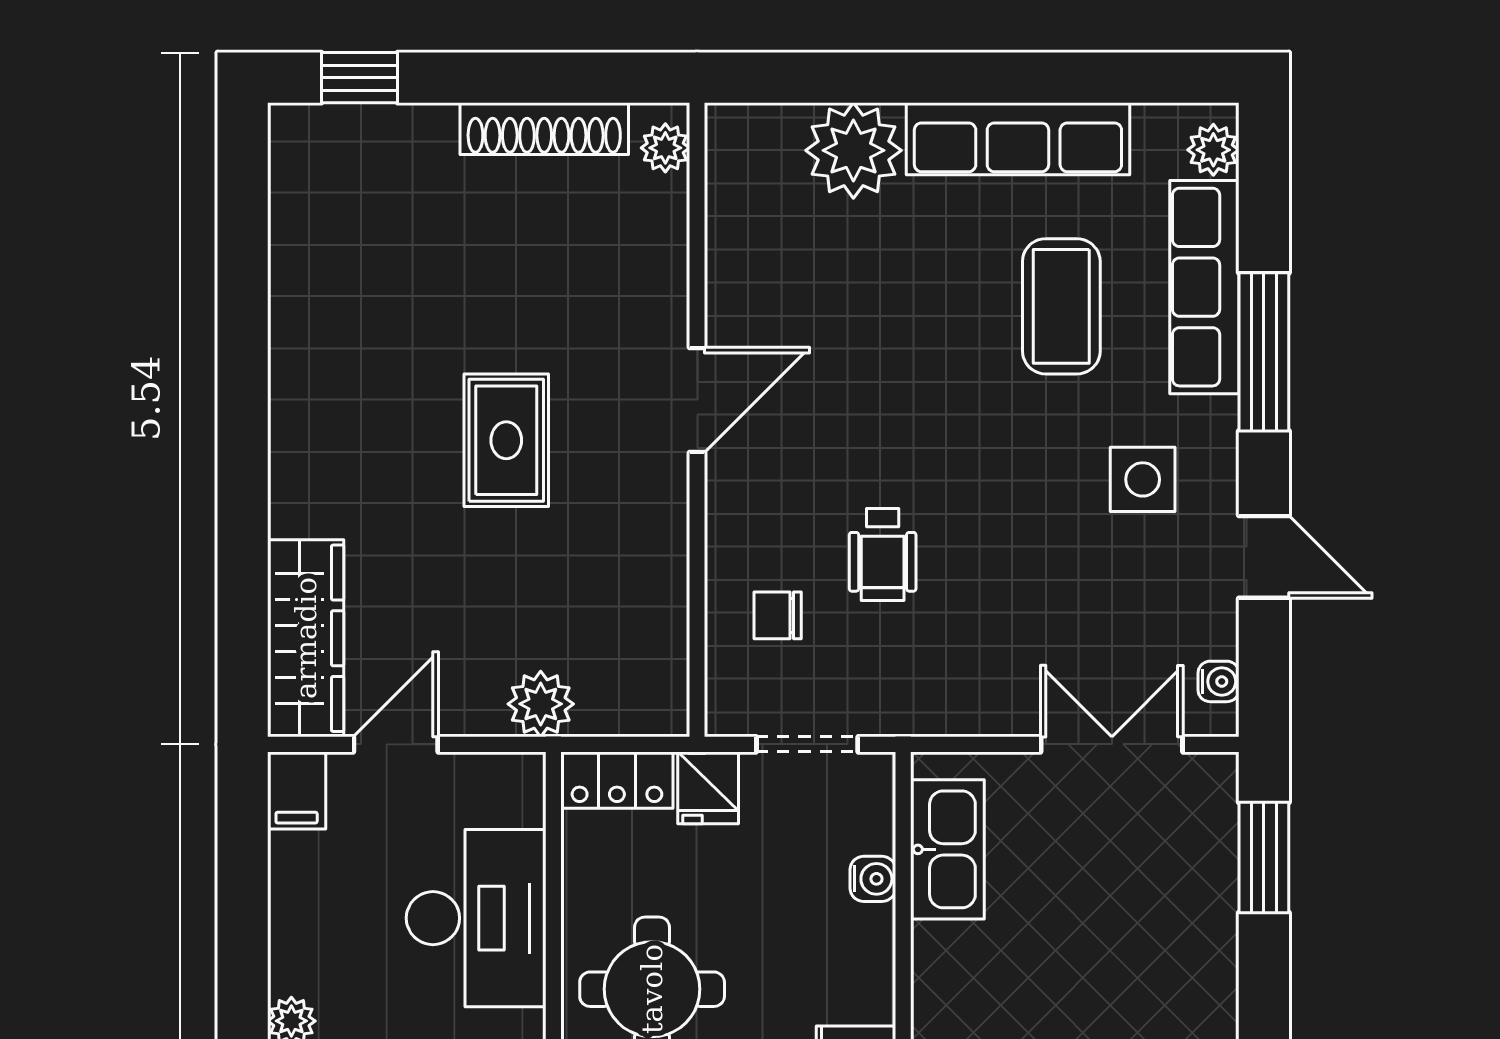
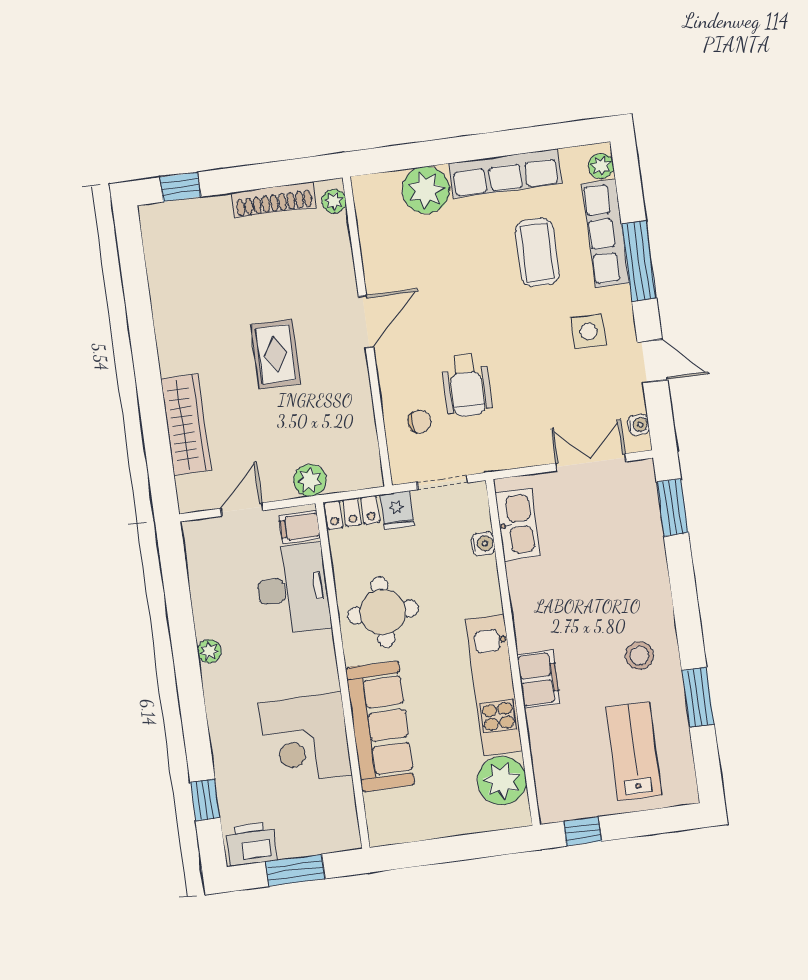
wheelchair: (883, 554) -> (467, 385), width x1.36, depth x1.37
chair: (778, 615) -> (419, 422), turned 180
wardrobe: (306, 638) -> (186, 424), moved
filing cabinet: (297, 791) -> (300, 527), moved, turned 90

